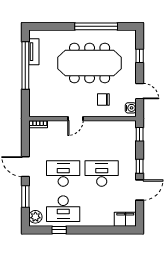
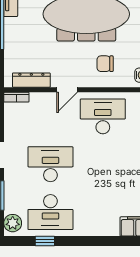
dresser: (49, 112) -> (31, 80), added
desk: (102, 173) -> (103, 116), moved

